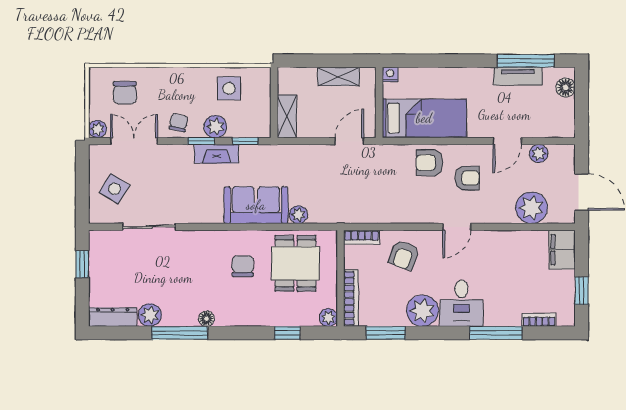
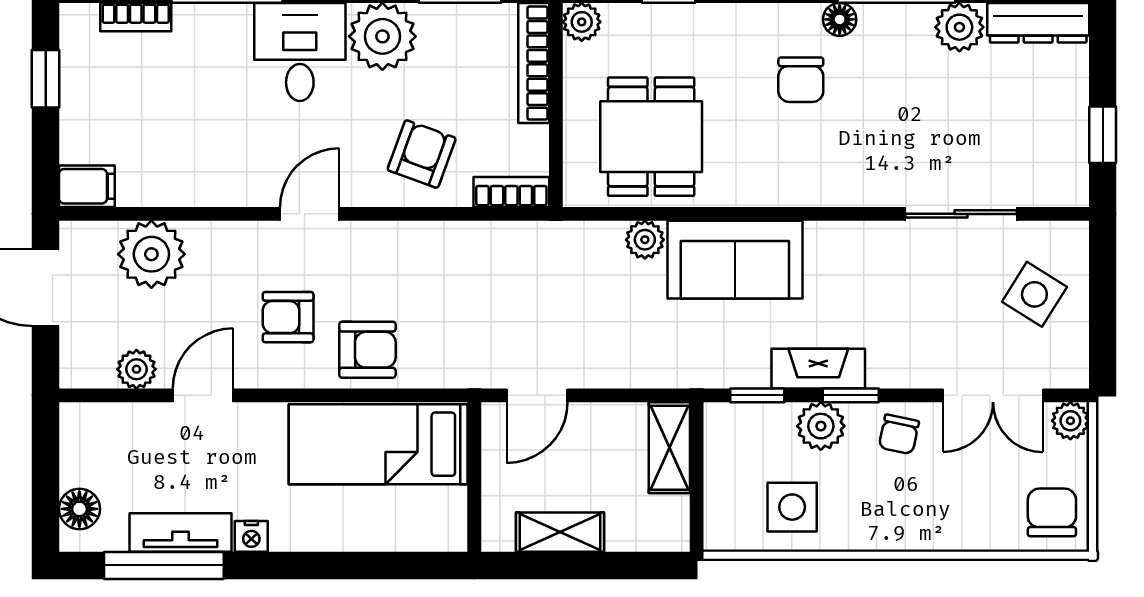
nightstand: (390, 74) -> (251, 536), moved
chair: (125, 93) -> (1052, 512), moved
filing cabinet: (562, 250) -> (87, 186), width x0.50
chair: (243, 266) -> (801, 80), moved

